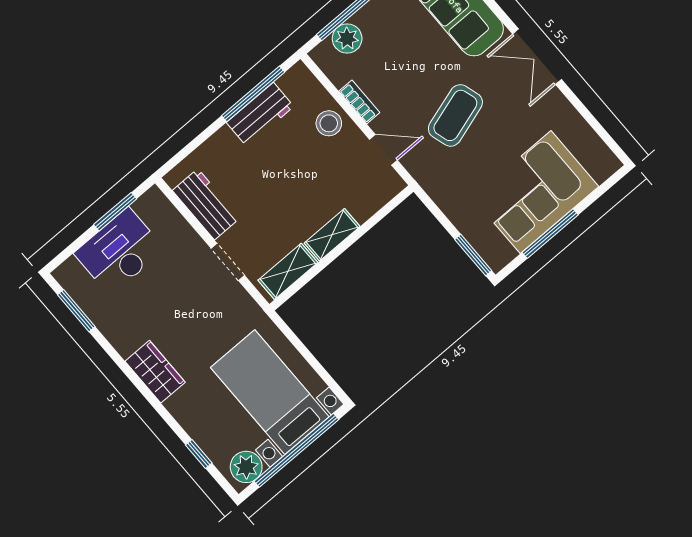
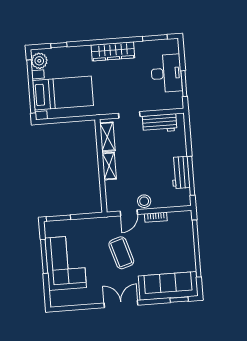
plant: (347, 38) -> (186, 231), removed
stool: (329, 123) -> (144, 201), moved
wardrobe: (155, 372) -> (113, 51), width x1.50

